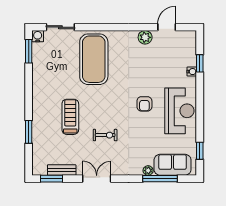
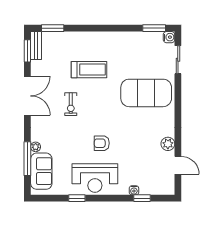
window: (29, 132) -> (53, 28), moved
window: (200, 151) -> (77, 198), moved
bench: (62, 170) -> (36, 45), moved
double door: (97, 179) -> (27, 96), width x1.37

